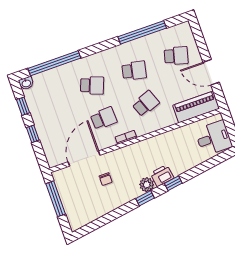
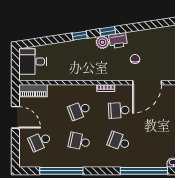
school desk: (176, 56) -> (40, 141), turned -39
piano: (196, 107) -> (33, 91), width x0.73, depth x0.75
printer: (162, 176) -> (118, 40), moved

